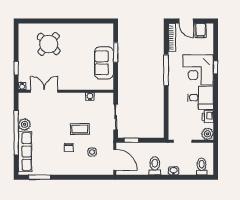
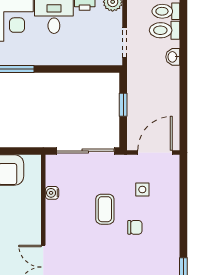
sliding door: (116, 117) -> (85, 151), width x1.37
window: (131, 140) -> (123, 105), moved
toilet: (155, 166) -> (165, 30), moved

